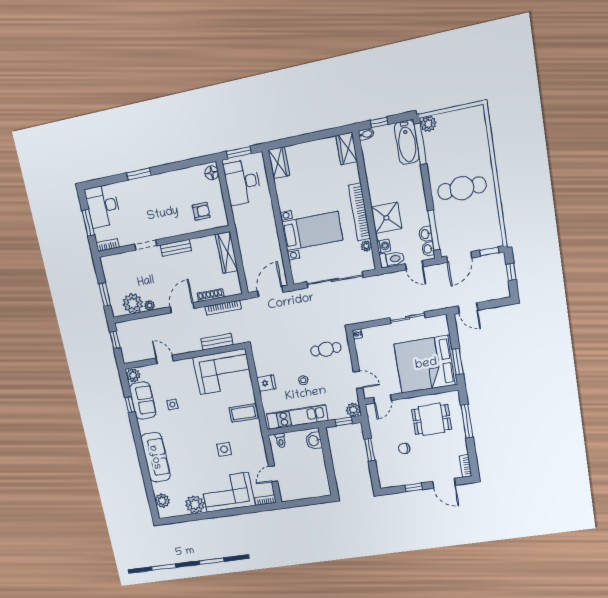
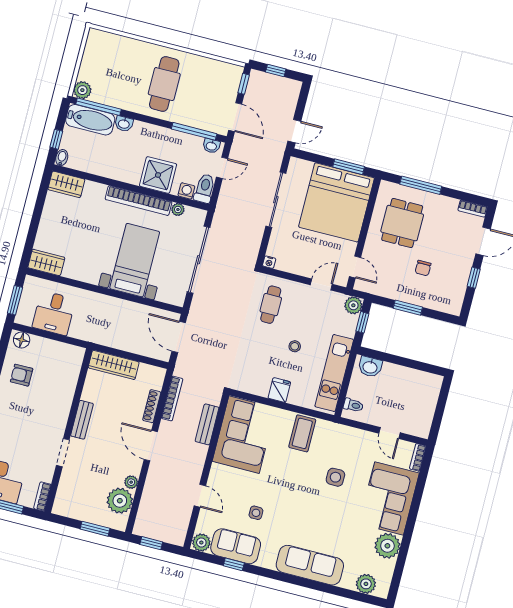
desk: (242, 182) -> (54, 313), width x0.73
armchair: (201, 211) -> (22, 375), moved, turned -90
washbasin: (425, 234) -> (124, 124), moved
sliding door: (407, 318) -> (276, 200), width x1.37
door: (165, 360) -> (200, 496), swing flipped

